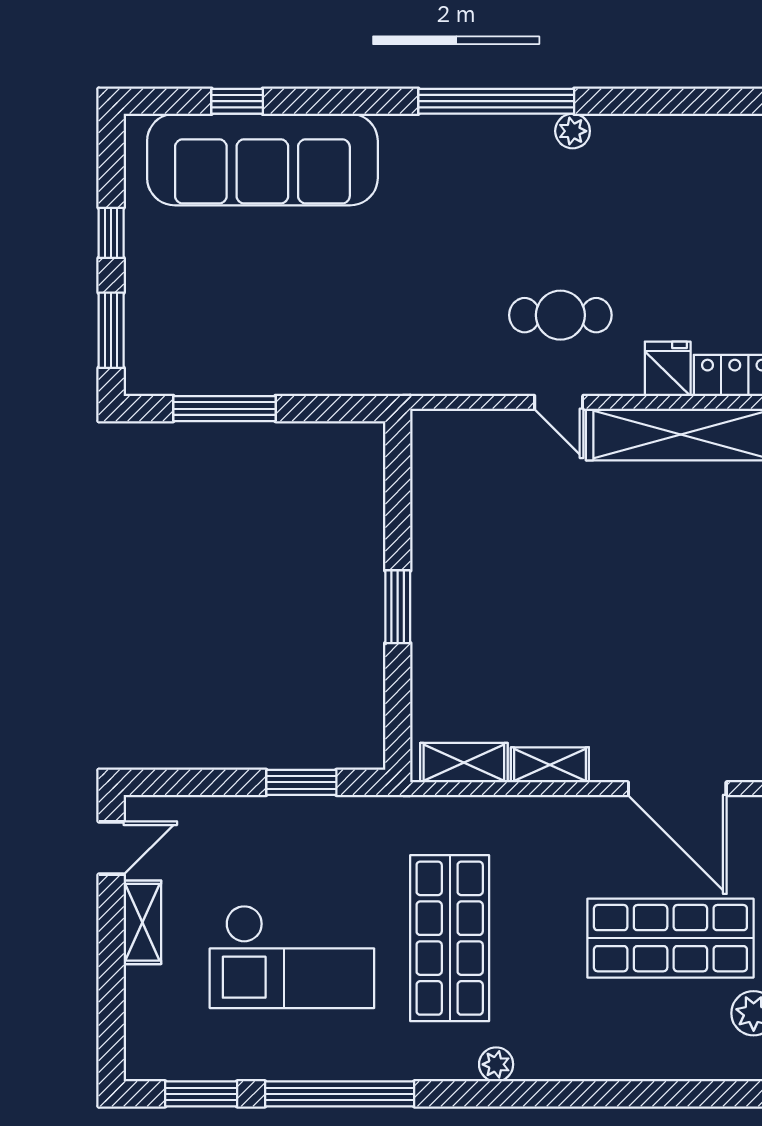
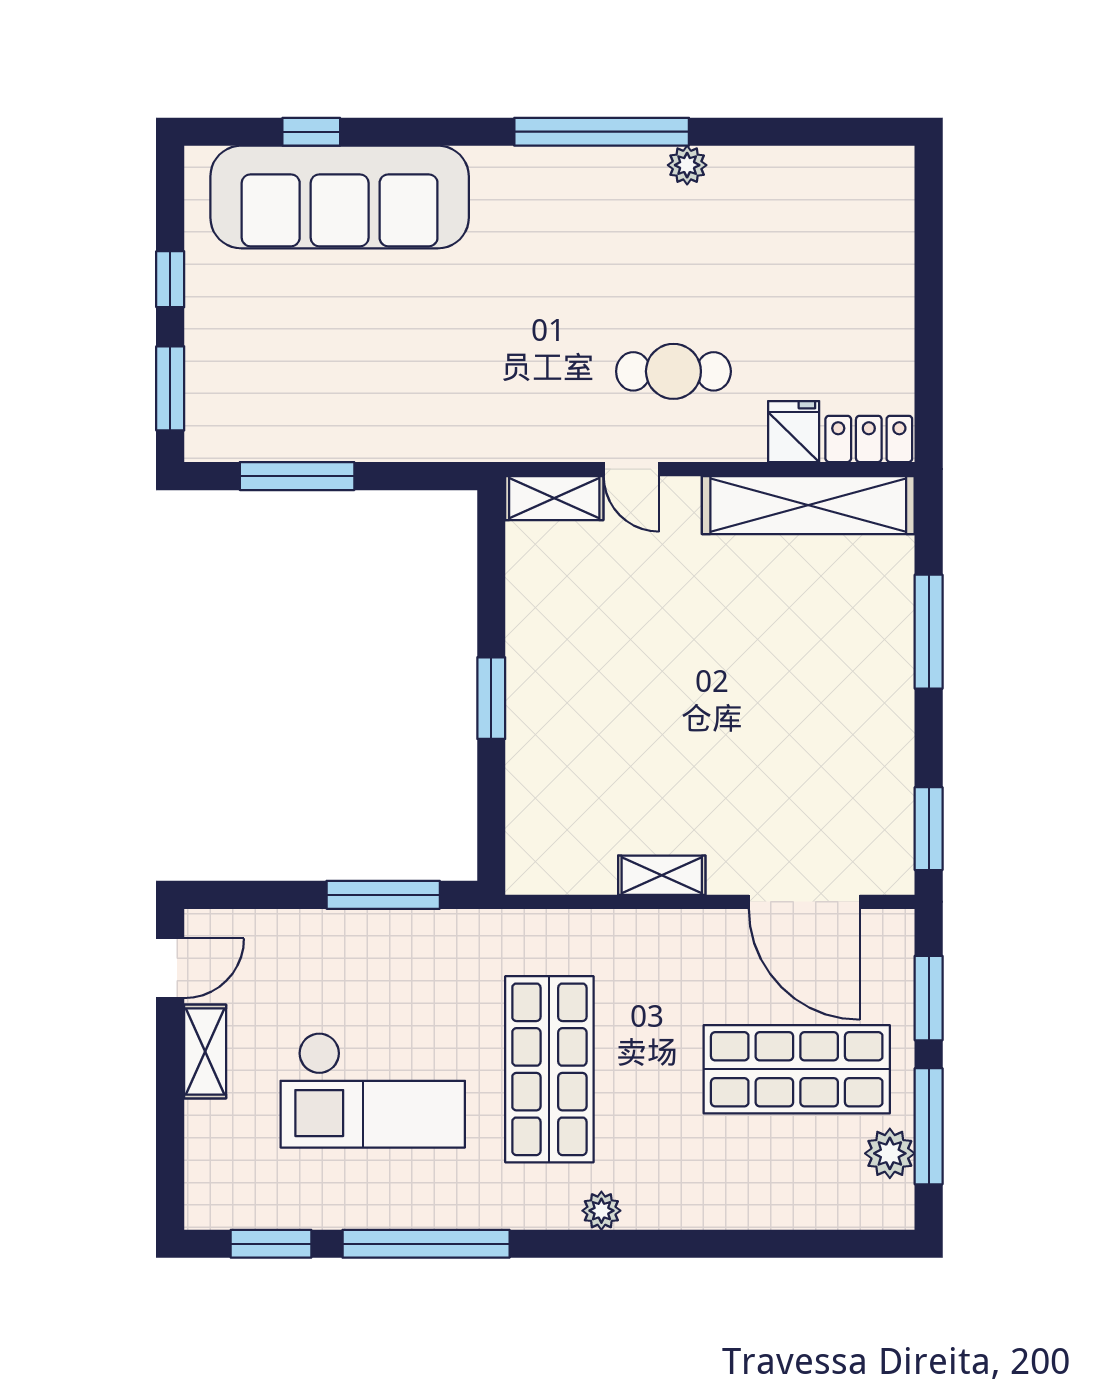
door: (559, 402) -> (631, 469), moved
shelving: (464, 763) -> (554, 498), moved
window: (301, 782) -> (383, 895), width x1.44

